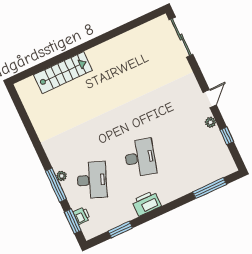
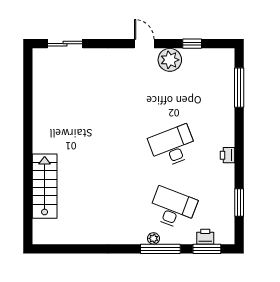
sliding door: (181, 37) -> (65, 44), width x0.73
plant: (210, 122) -> (170, 60), width x1.88, depth x1.88
desk: (140, 158) -> (173, 146), turned -36
printer: (146, 203) -> (228, 155), width x0.53, depth x0.68

